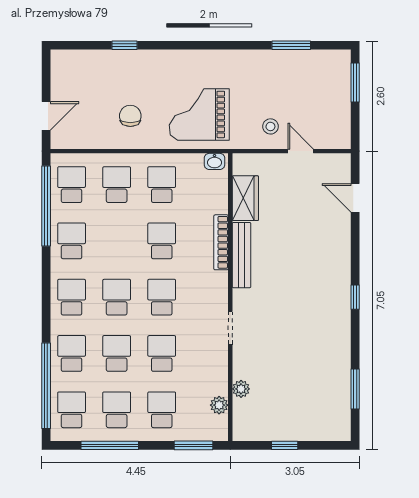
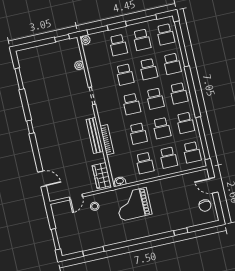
grand piano: (199, 114) -> (133, 204), turned 180
door: (46, 116) -> (214, 185), hinge flipped
chair: (130, 116) -> (205, 206), moved
door: (301, 151) -> (76, 197), hinge flipped
wardrobe: (245, 198) -> (102, 176), moved
school desk: (117, 241) -> (162, 128), added
plant: (219, 405) -> (85, 40), moved
window: (285, 445) -> (62, 38), moved

